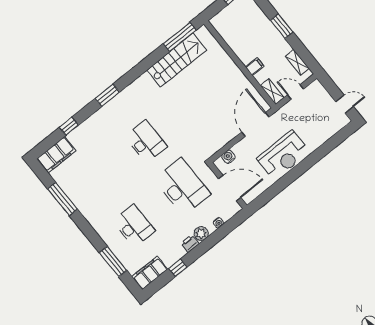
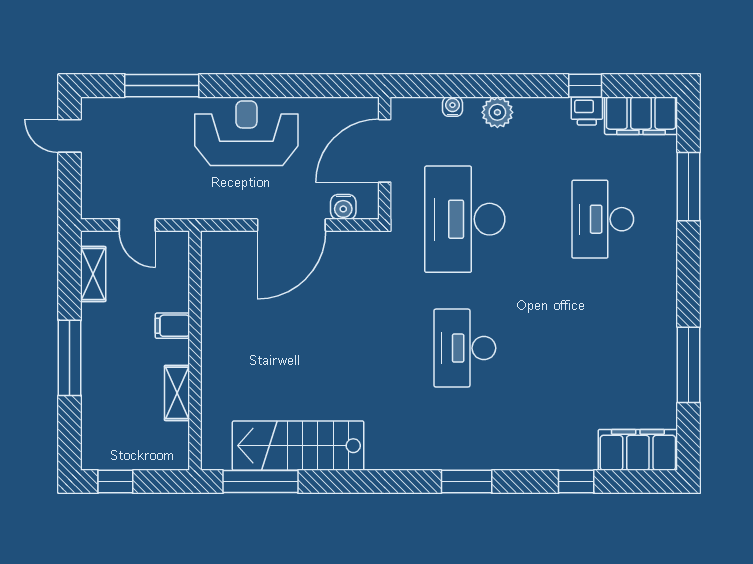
window: (282, 26) -> (70, 358), width x1.44
shelving: (272, 92) -> (177, 393), moved
door: (255, 124) -> (291, 225), moved
window: (326, 148) -> (162, 86), added
door: (230, 188) -> (385, 151), hinge flipped
printer: (190, 243) -> (587, 111), moved

